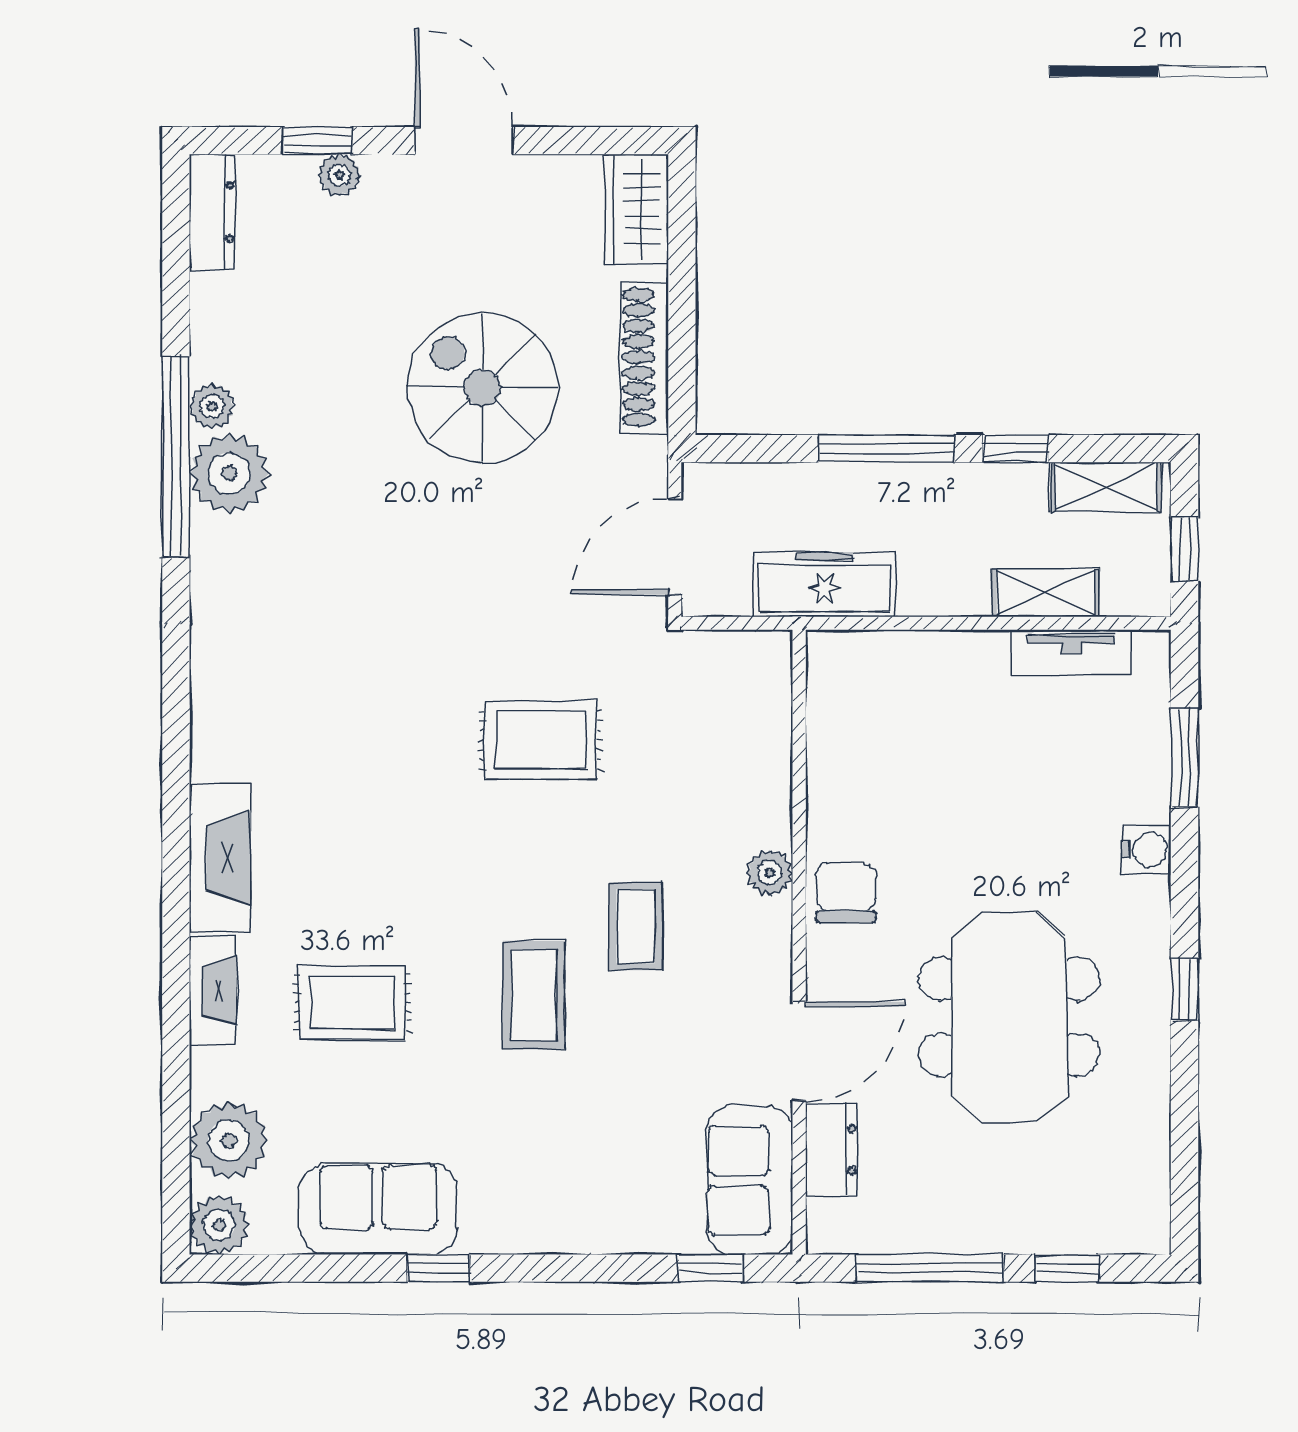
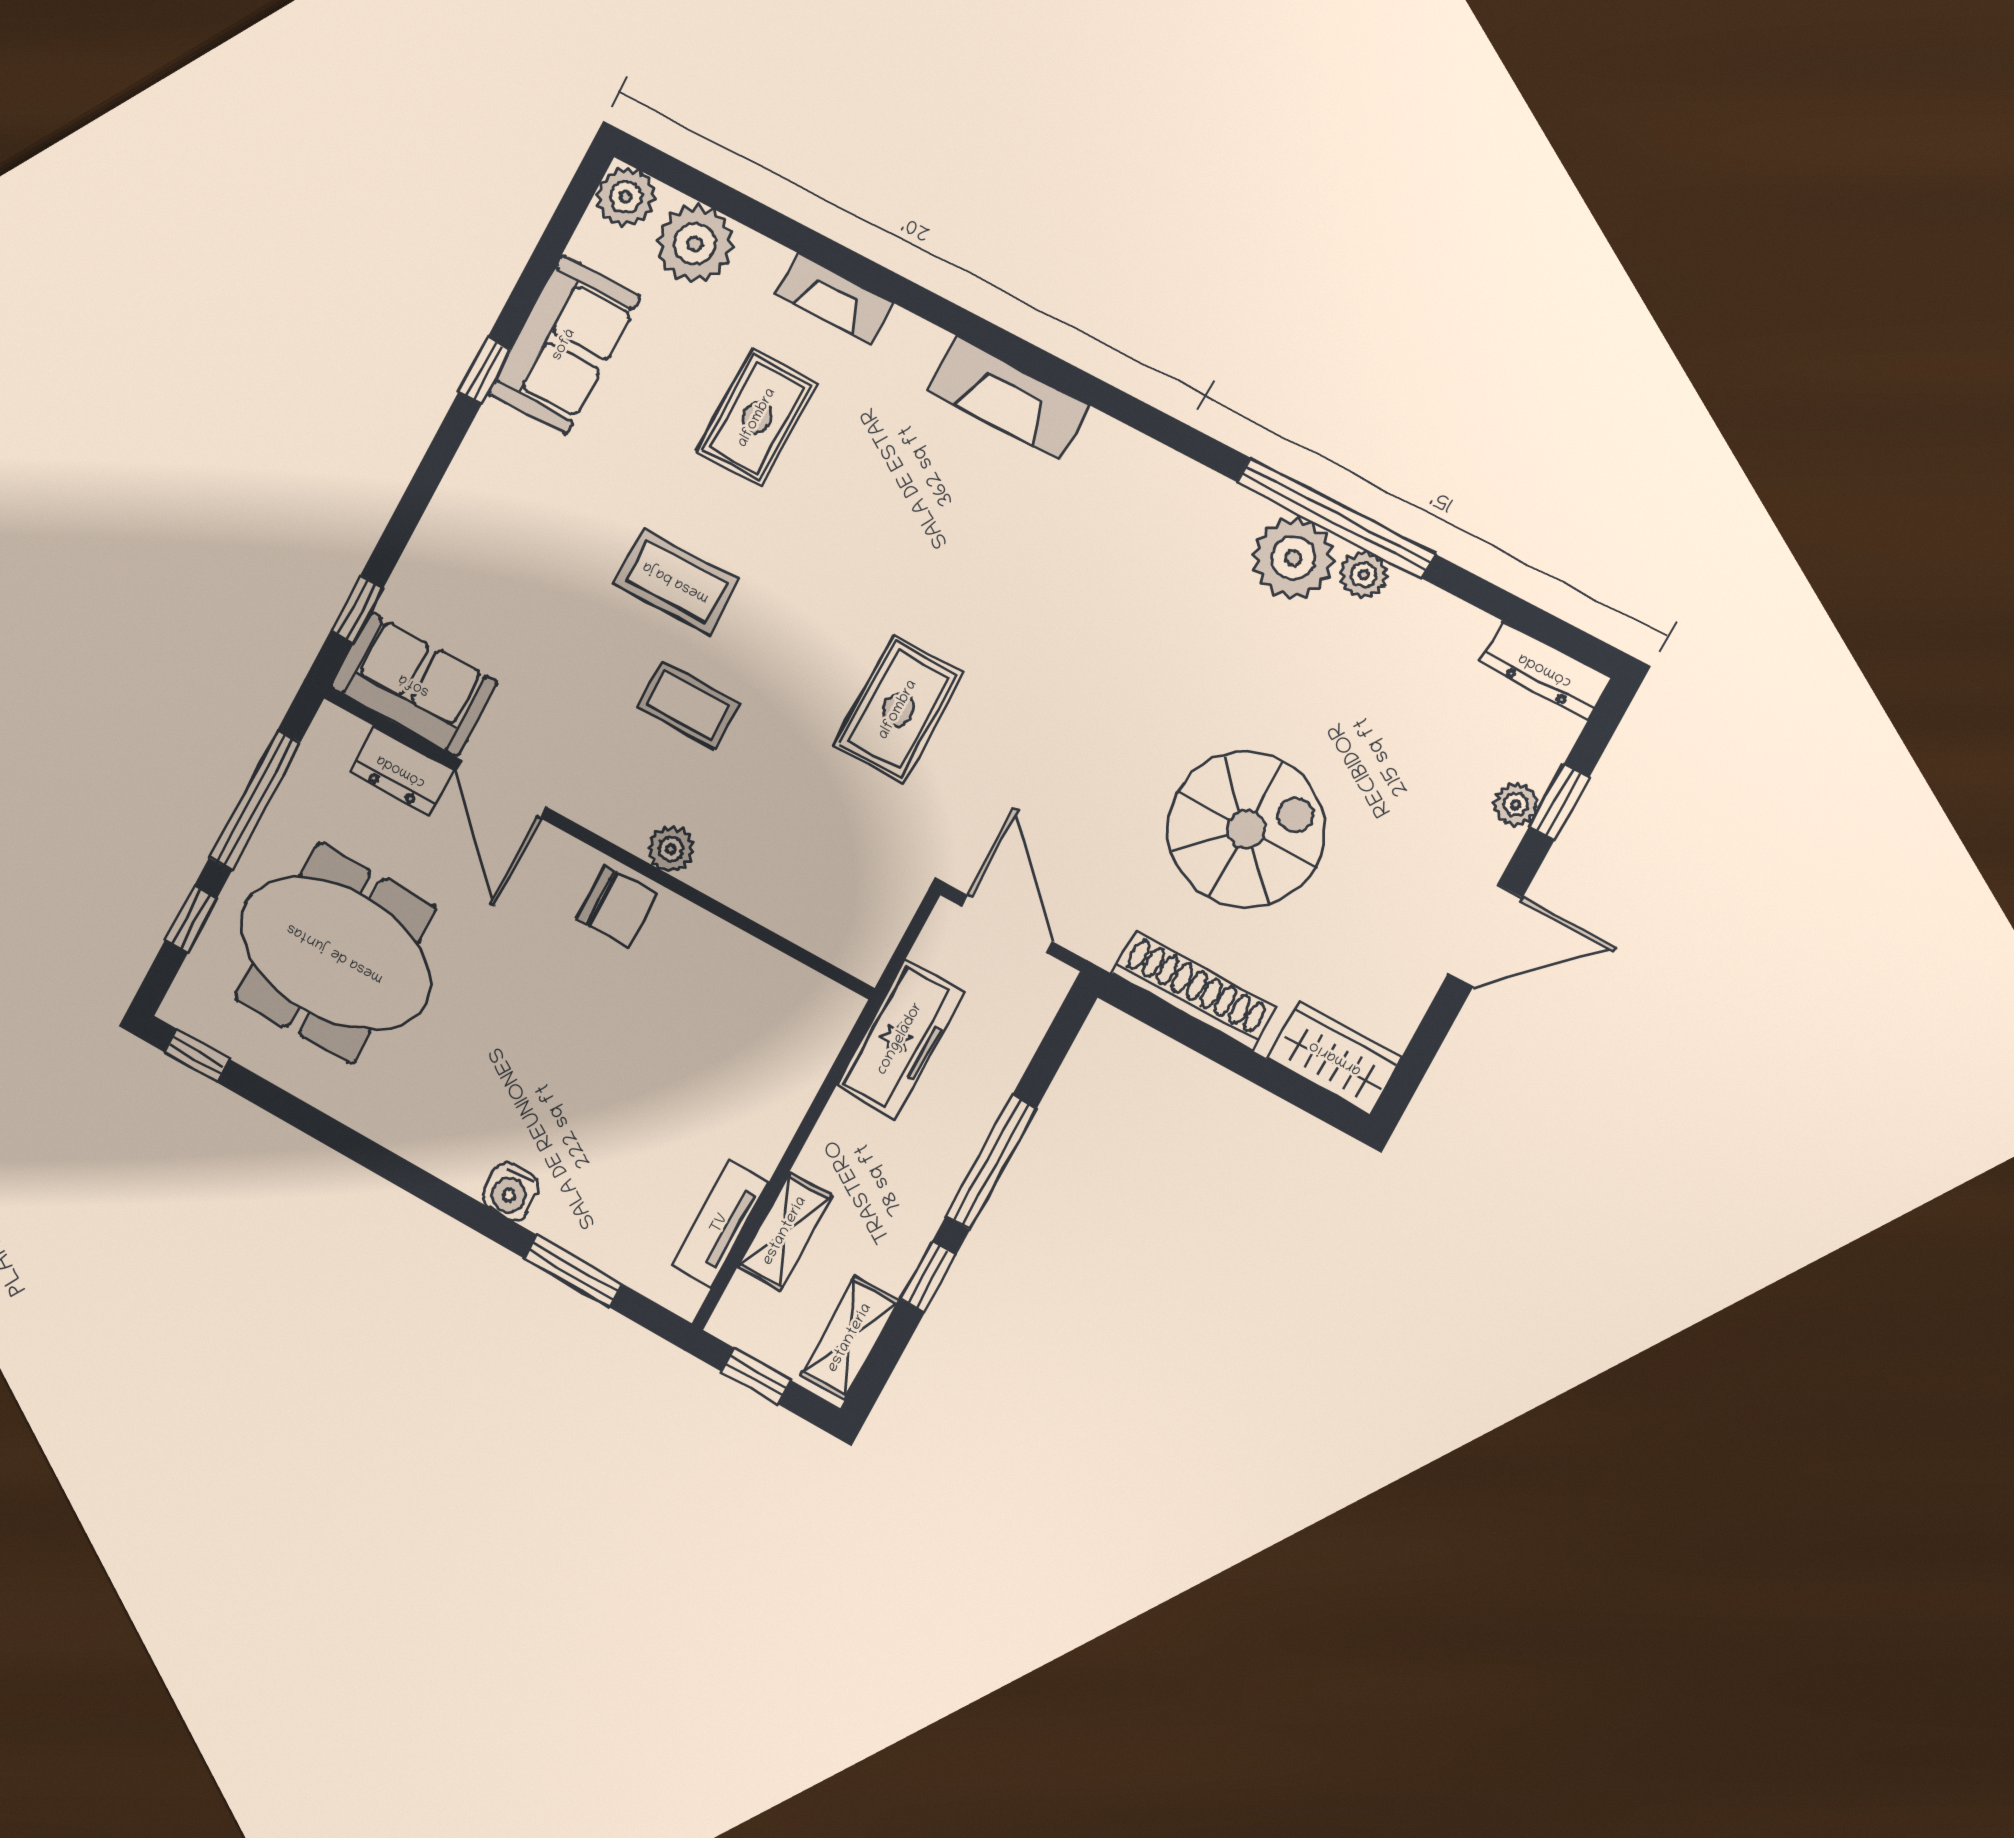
fireplace: (220, 858) -> (1009, 398), moved
window: (1184, 989) -> (197, 1055), moved
meeting table: (1009, 1017) -> (335, 953), moved

